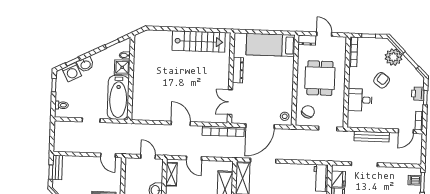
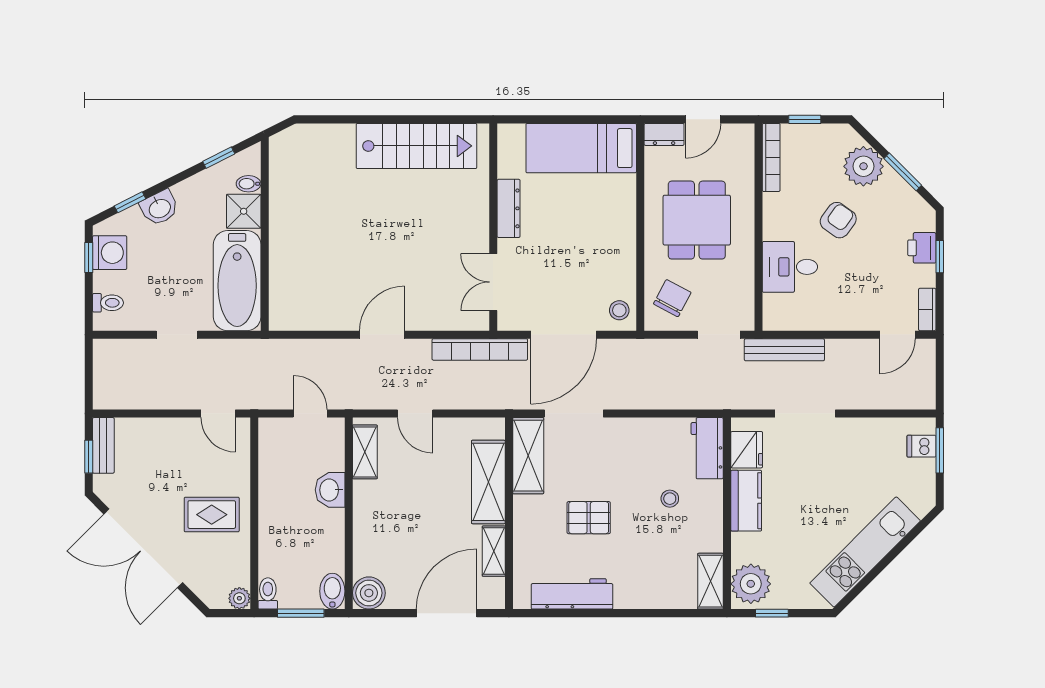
door: (324, 34) -> (703, 119), swing flipped
washing machine: (72, 72) -> (110, 253), moved, turned -63
door: (181, 123) -> (382, 335), hinge flipped
bench: (372, 137) -> (784, 350), moved

